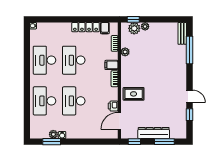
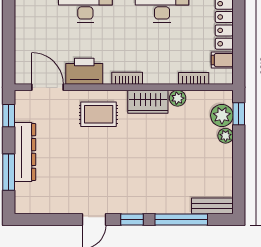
filing cabinet: (111, 65) -> (153, 72), removed
wardrobe: (127, 68) -> (148, 102), added
rug: (134, 94) -> (99, 114), turned 90
printer: (113, 106) -> (84, 71), width x1.87, depth x1.48
window: (189, 115) -> (132, 219), moved

